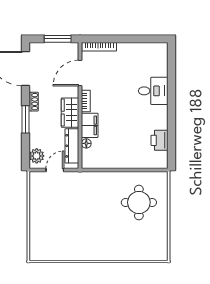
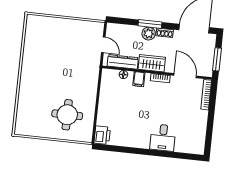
filing cabinet: (90, 125) -> (139, 79), width x0.50
printer: (160, 140) -> (102, 135), moved, turned 90
plant: (37, 156) -> (149, 34), moved

